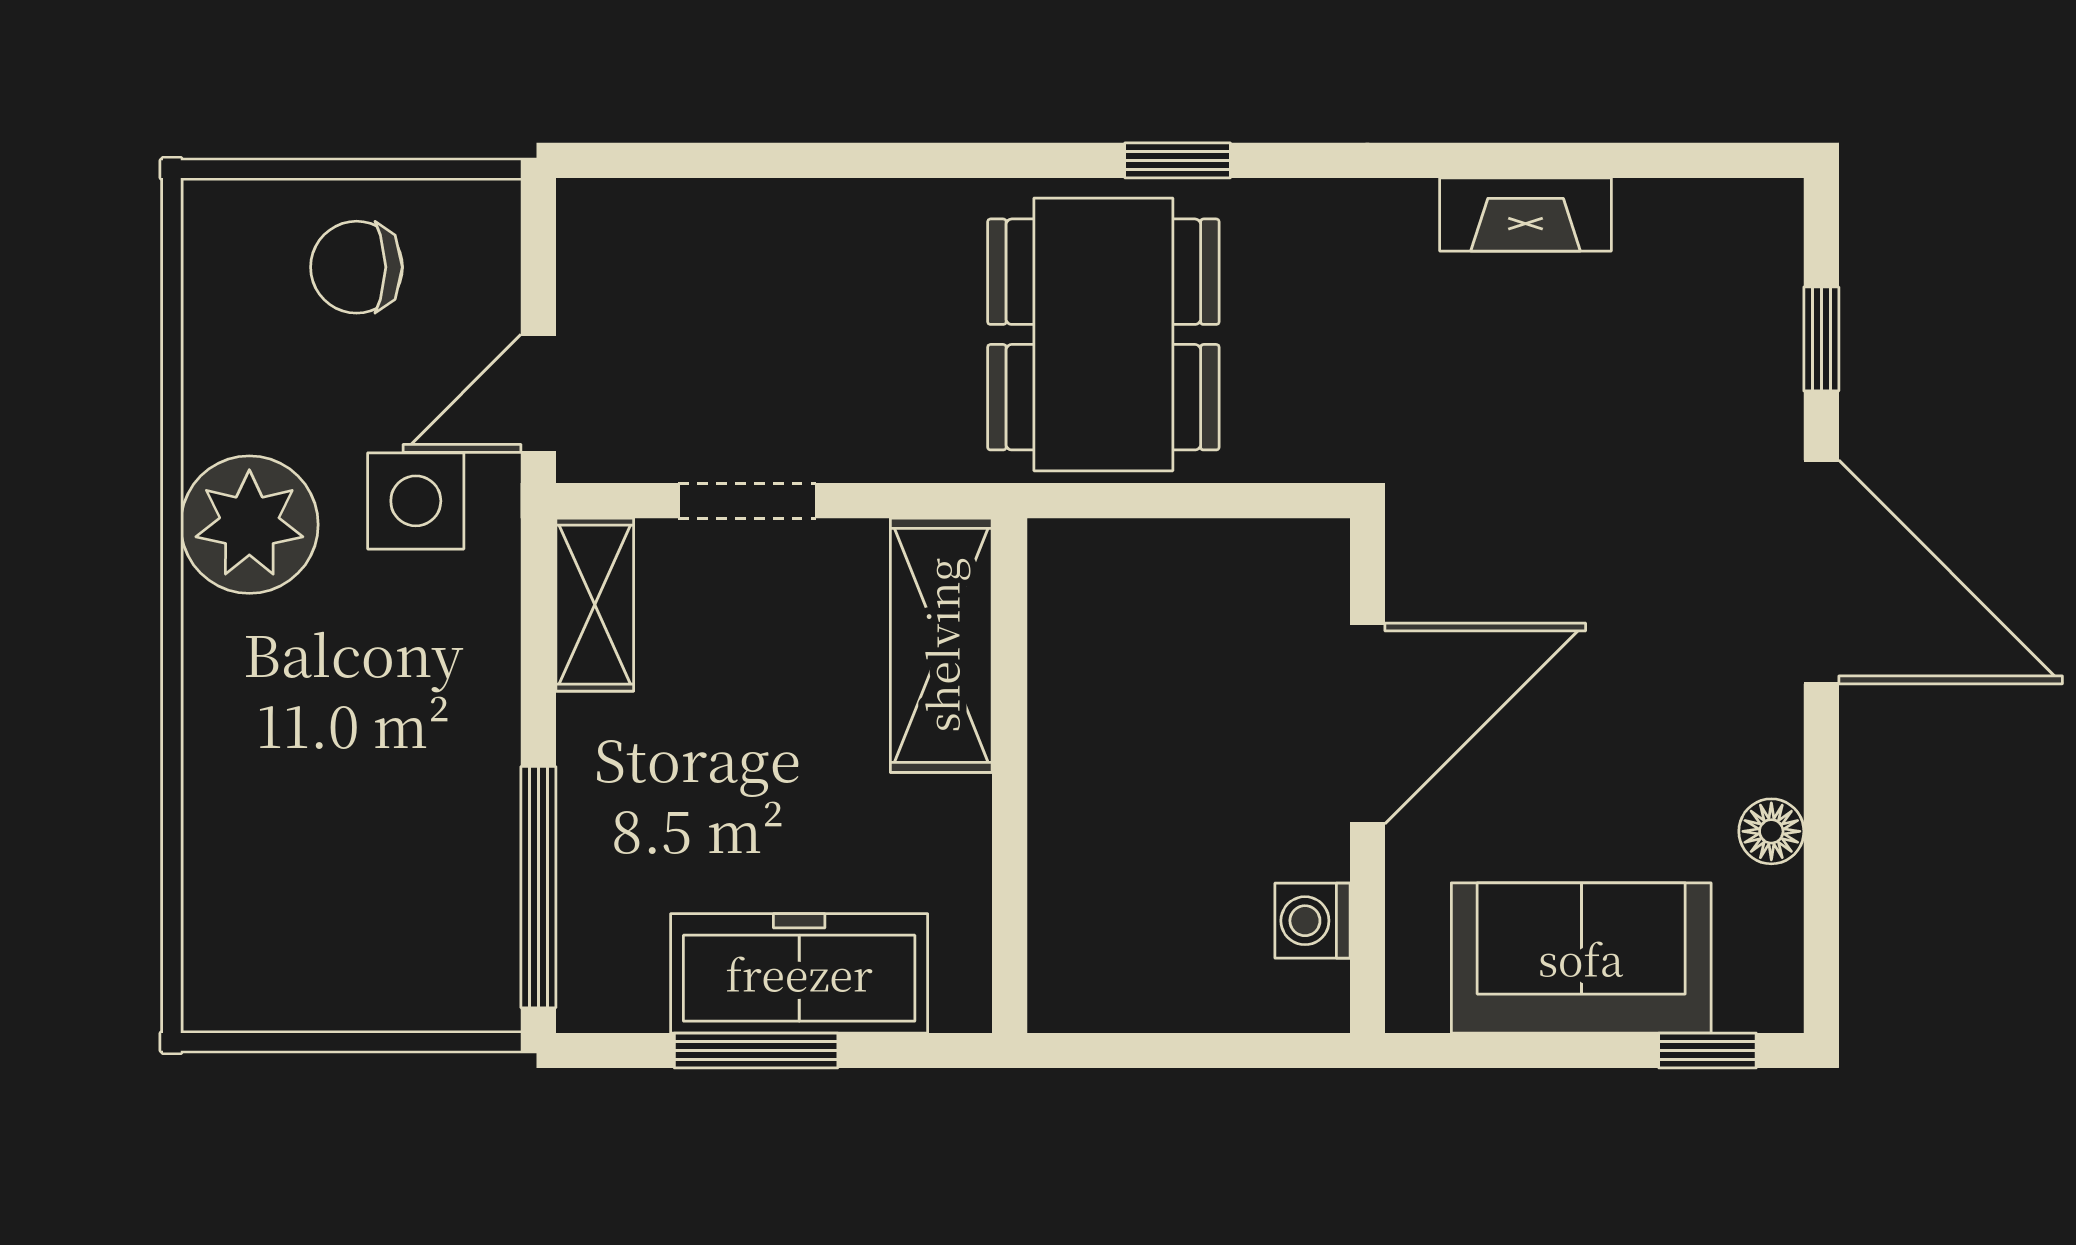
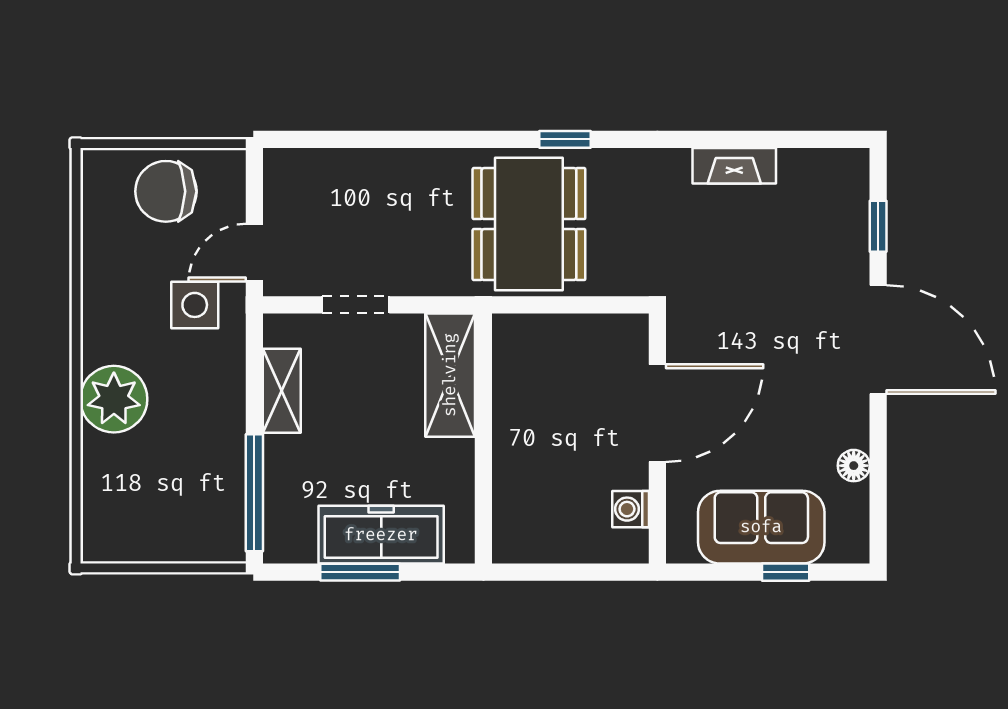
chair: (357, 267) -> (166, 191), width x1.37, depth x1.37
plant: (249, 525) -> (114, 399), moved
shelving: (595, 605) -> (282, 391), moved
window: (1707, 1051) -> (786, 572), moved

